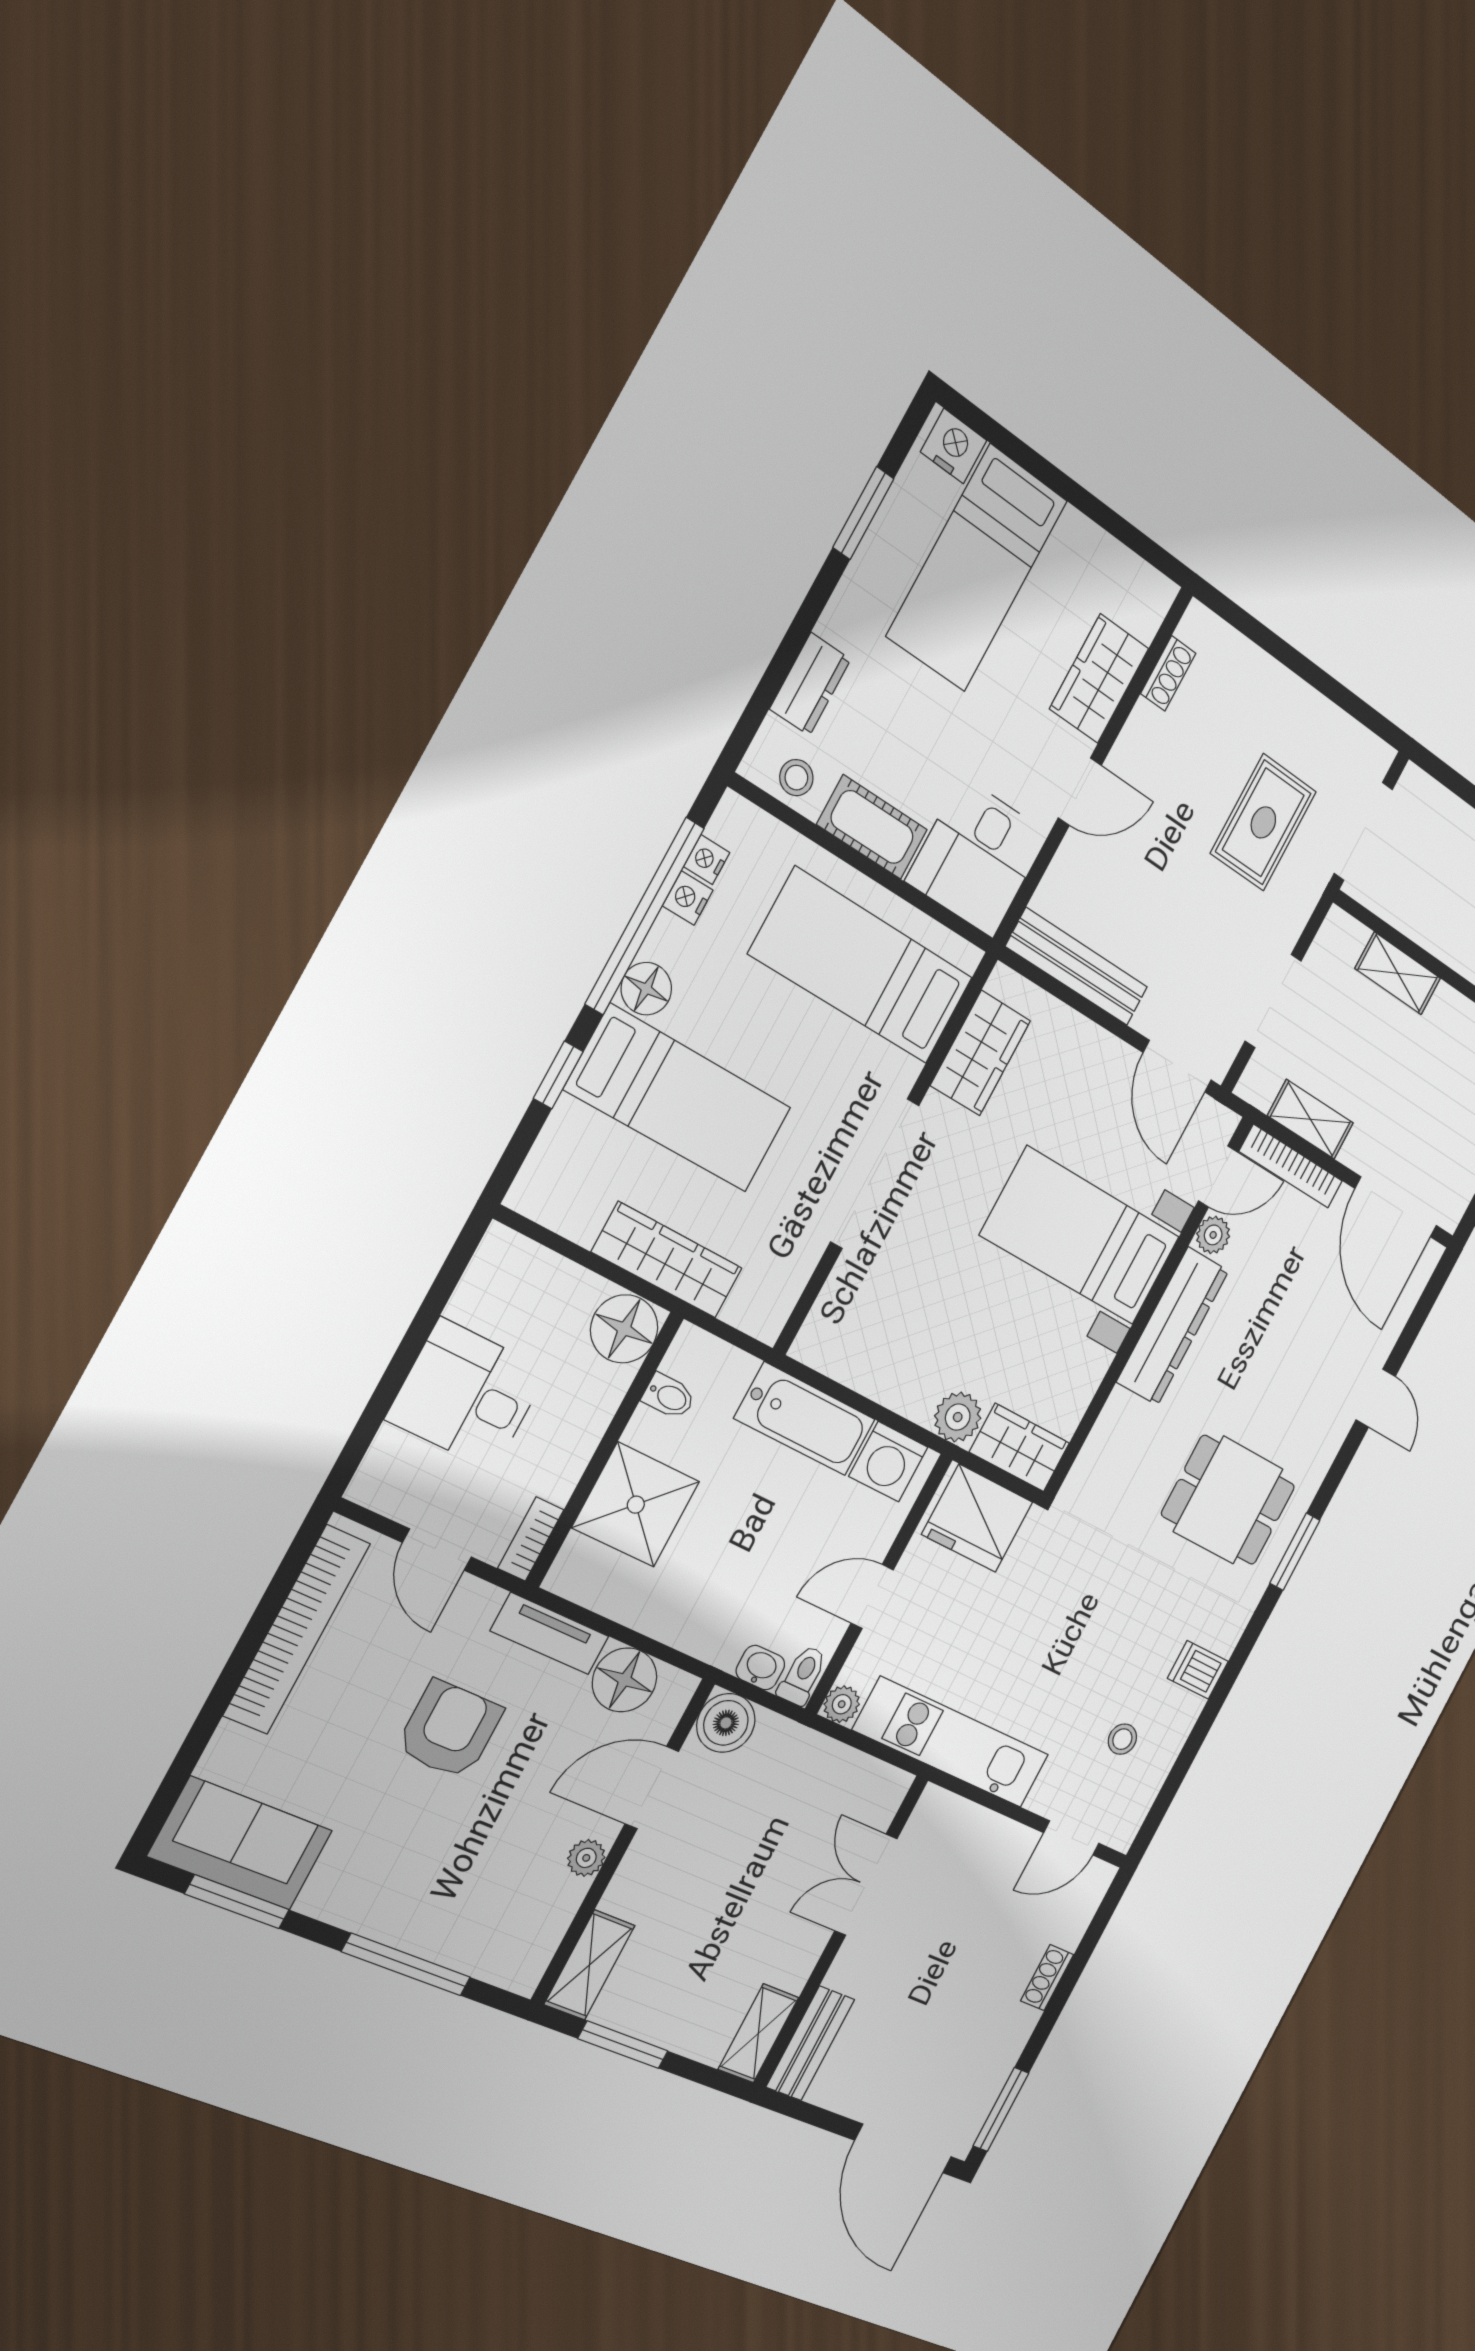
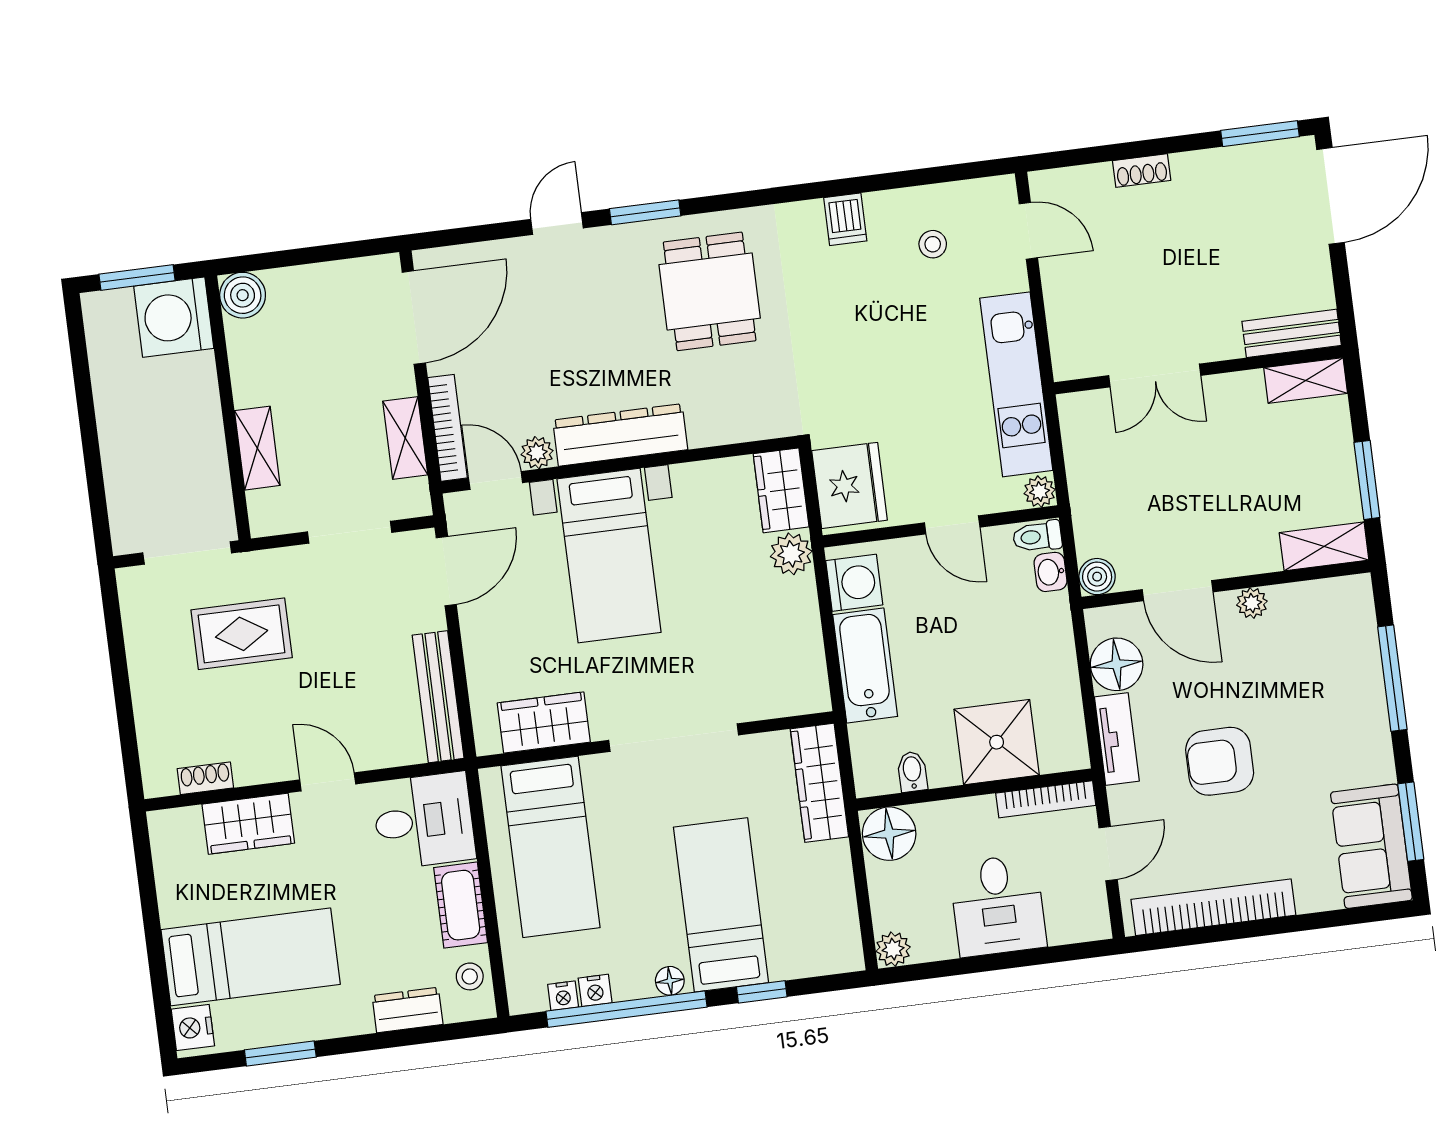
floor lamp: (646, 989) -> (670, 981), width x0.73, depth x0.73
plant: (502, 1249) -> (893, 949), added
wardrobe: (667, 1260) -> (819, 783), moved
bookcase: (531, 1539) -> (1046, 799), width x1.56
window: (1295, 1552) -> (645, 212), moved
boiler: (726, 1723) -> (1097, 577), width x0.73, depth x0.73

